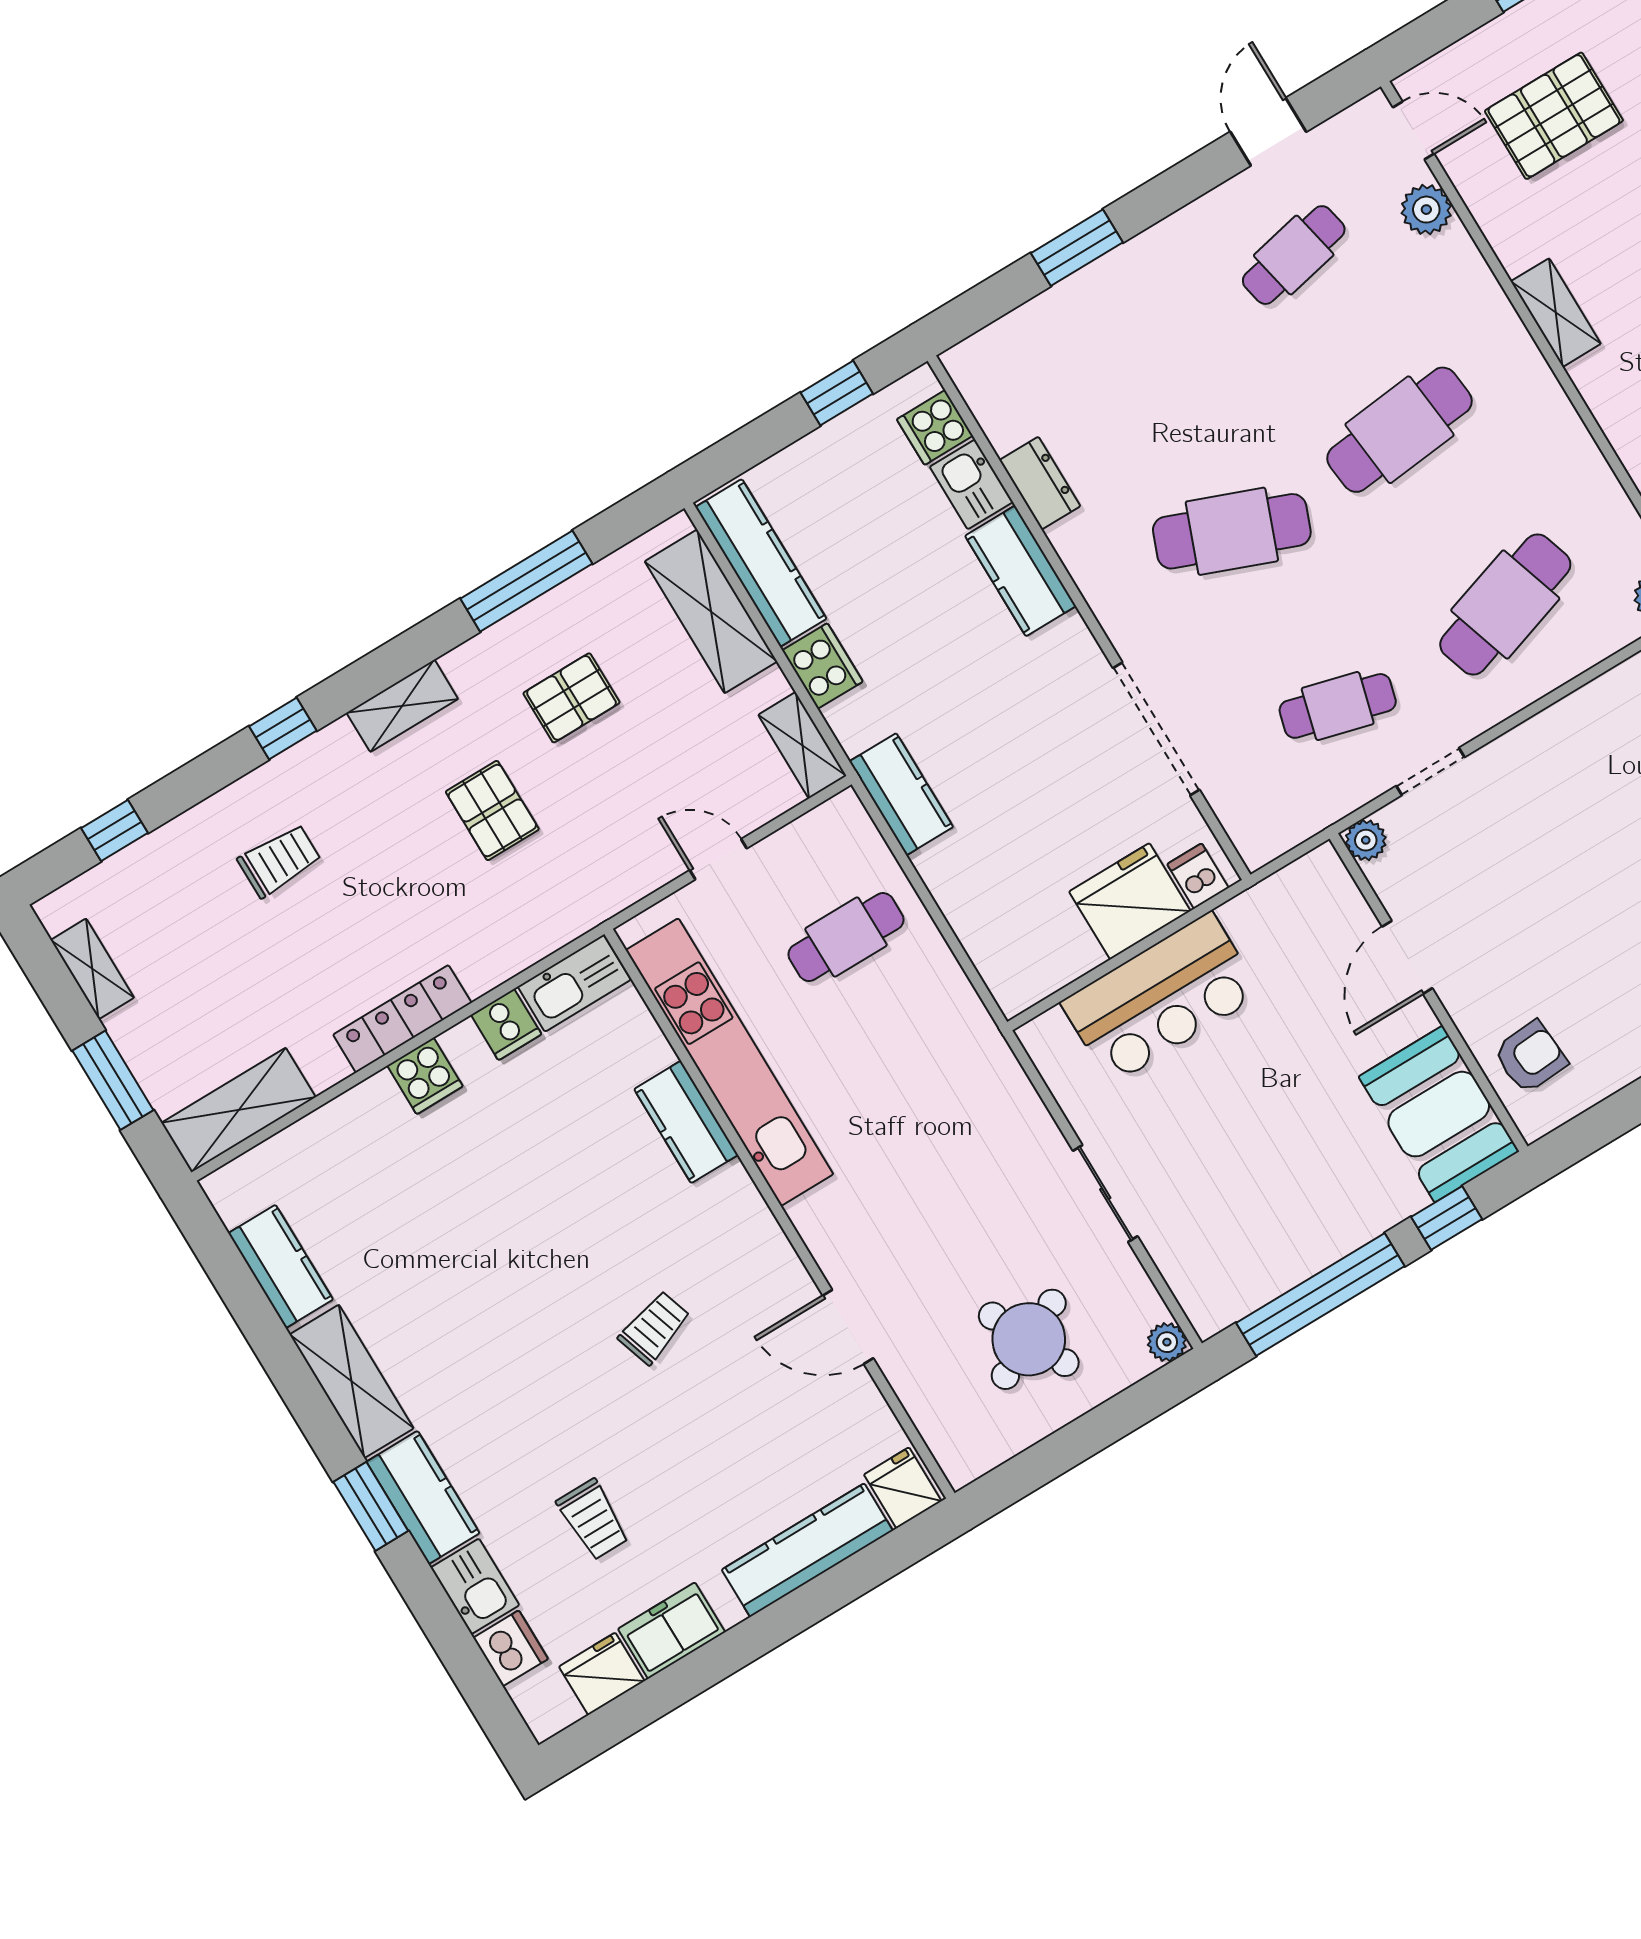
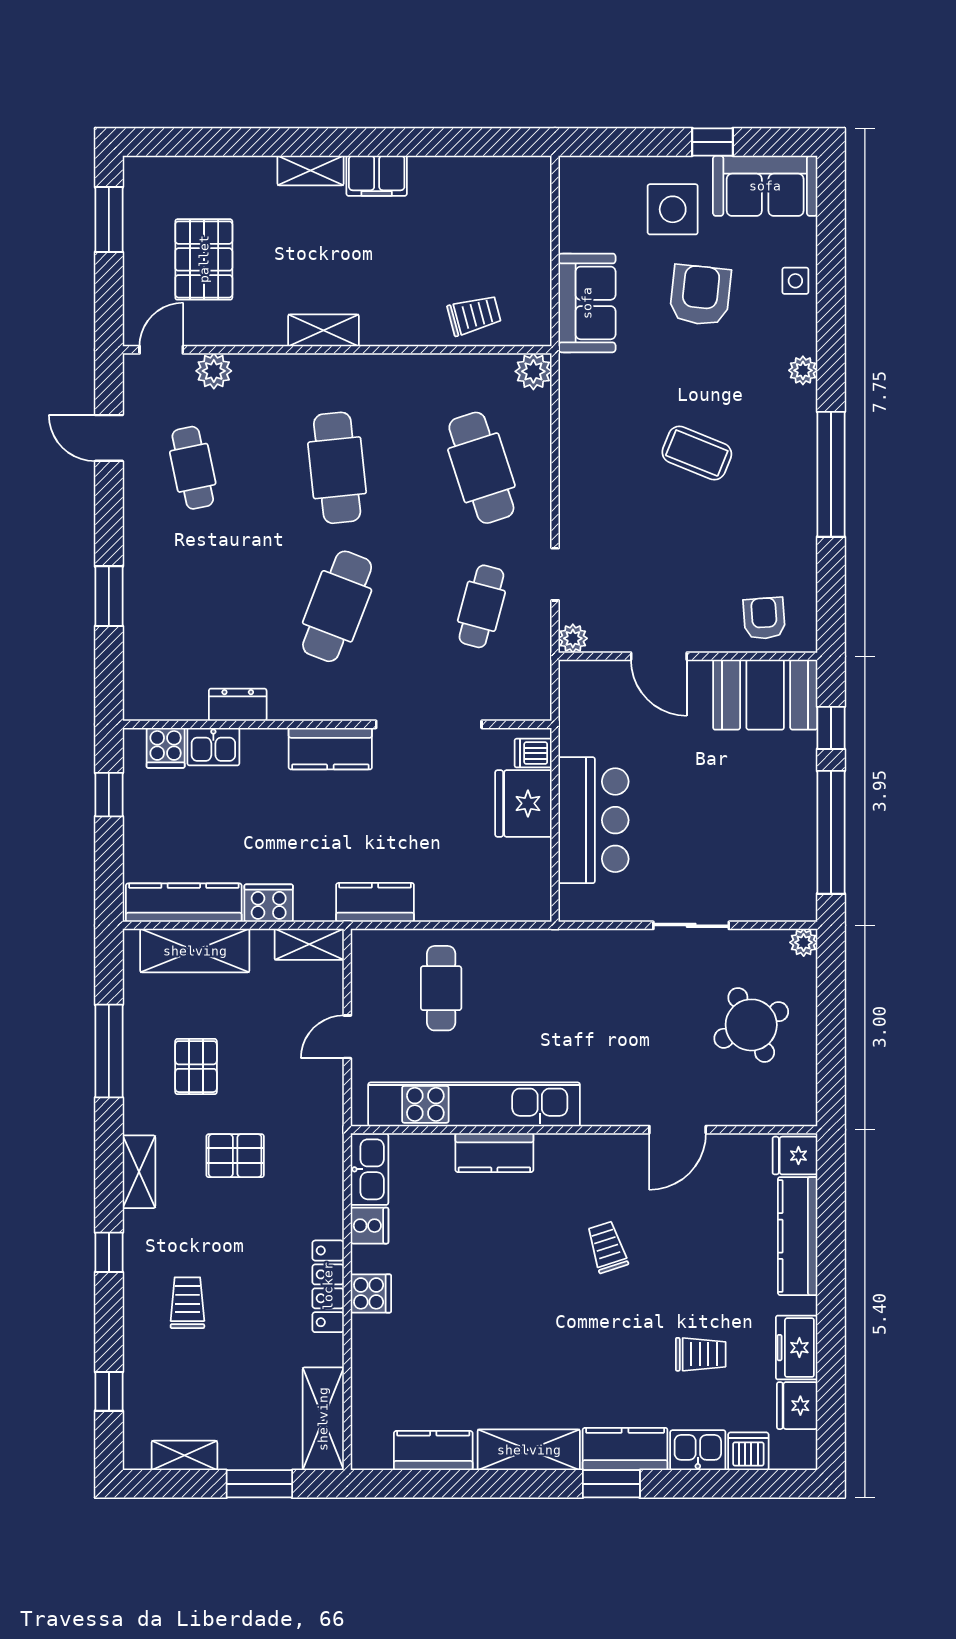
kitchen counter: (1021, 571) -> (330, 749), moved

